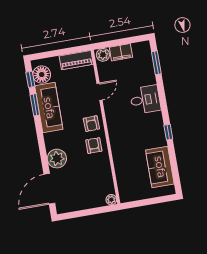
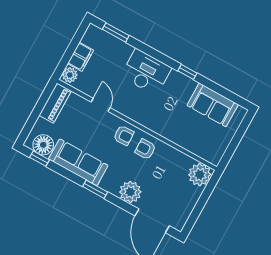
desk: (145, 100) -> (146, 72), width x1.37
window: (35, 105) -> (95, 189), moved
plant: (111, 200) -> (200, 175), width x1.88, depth x1.88

